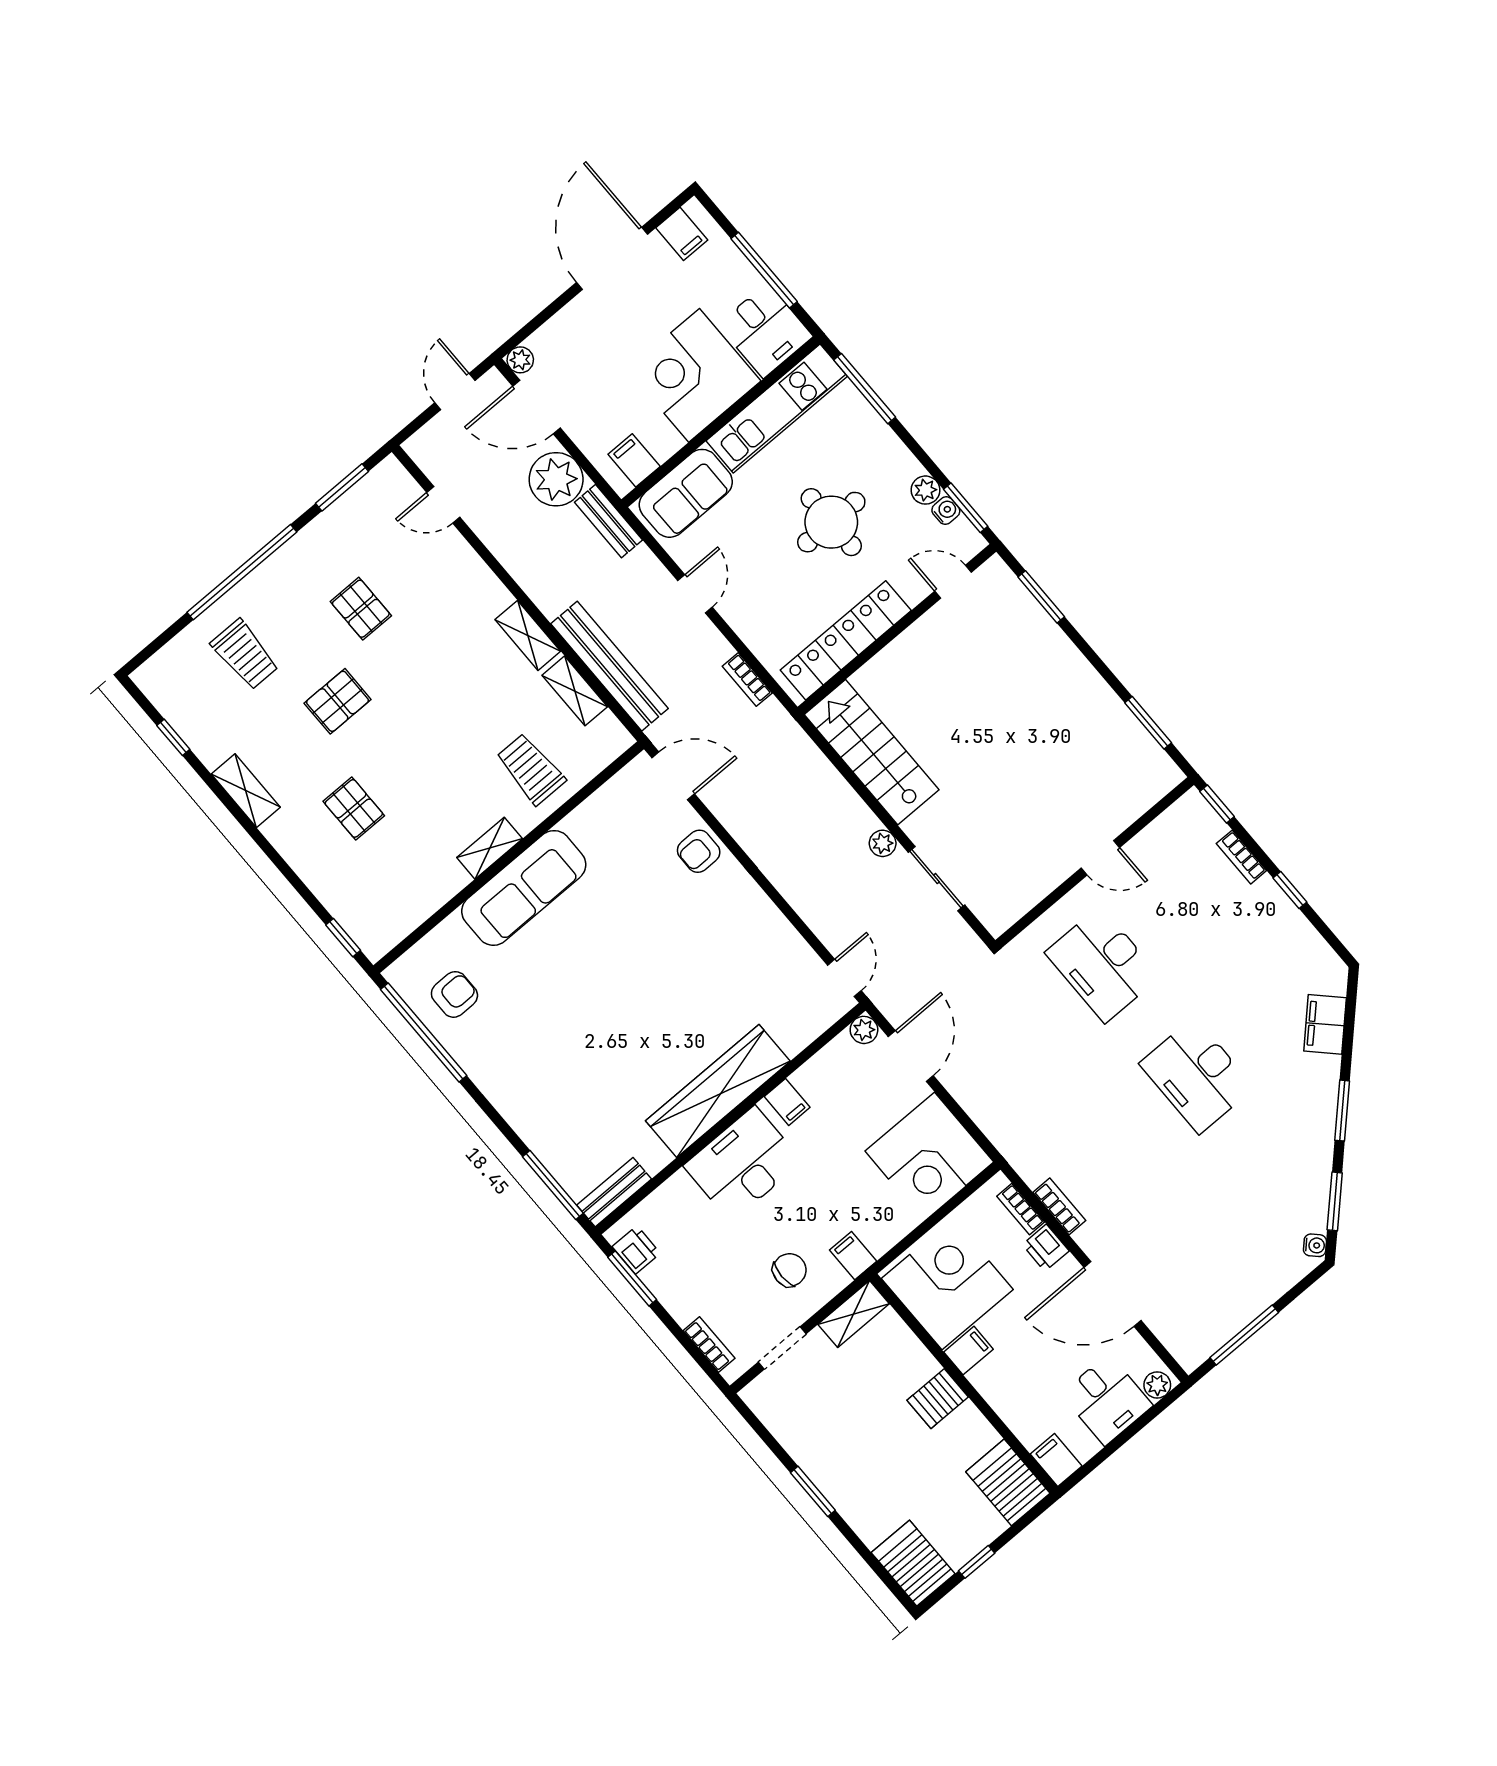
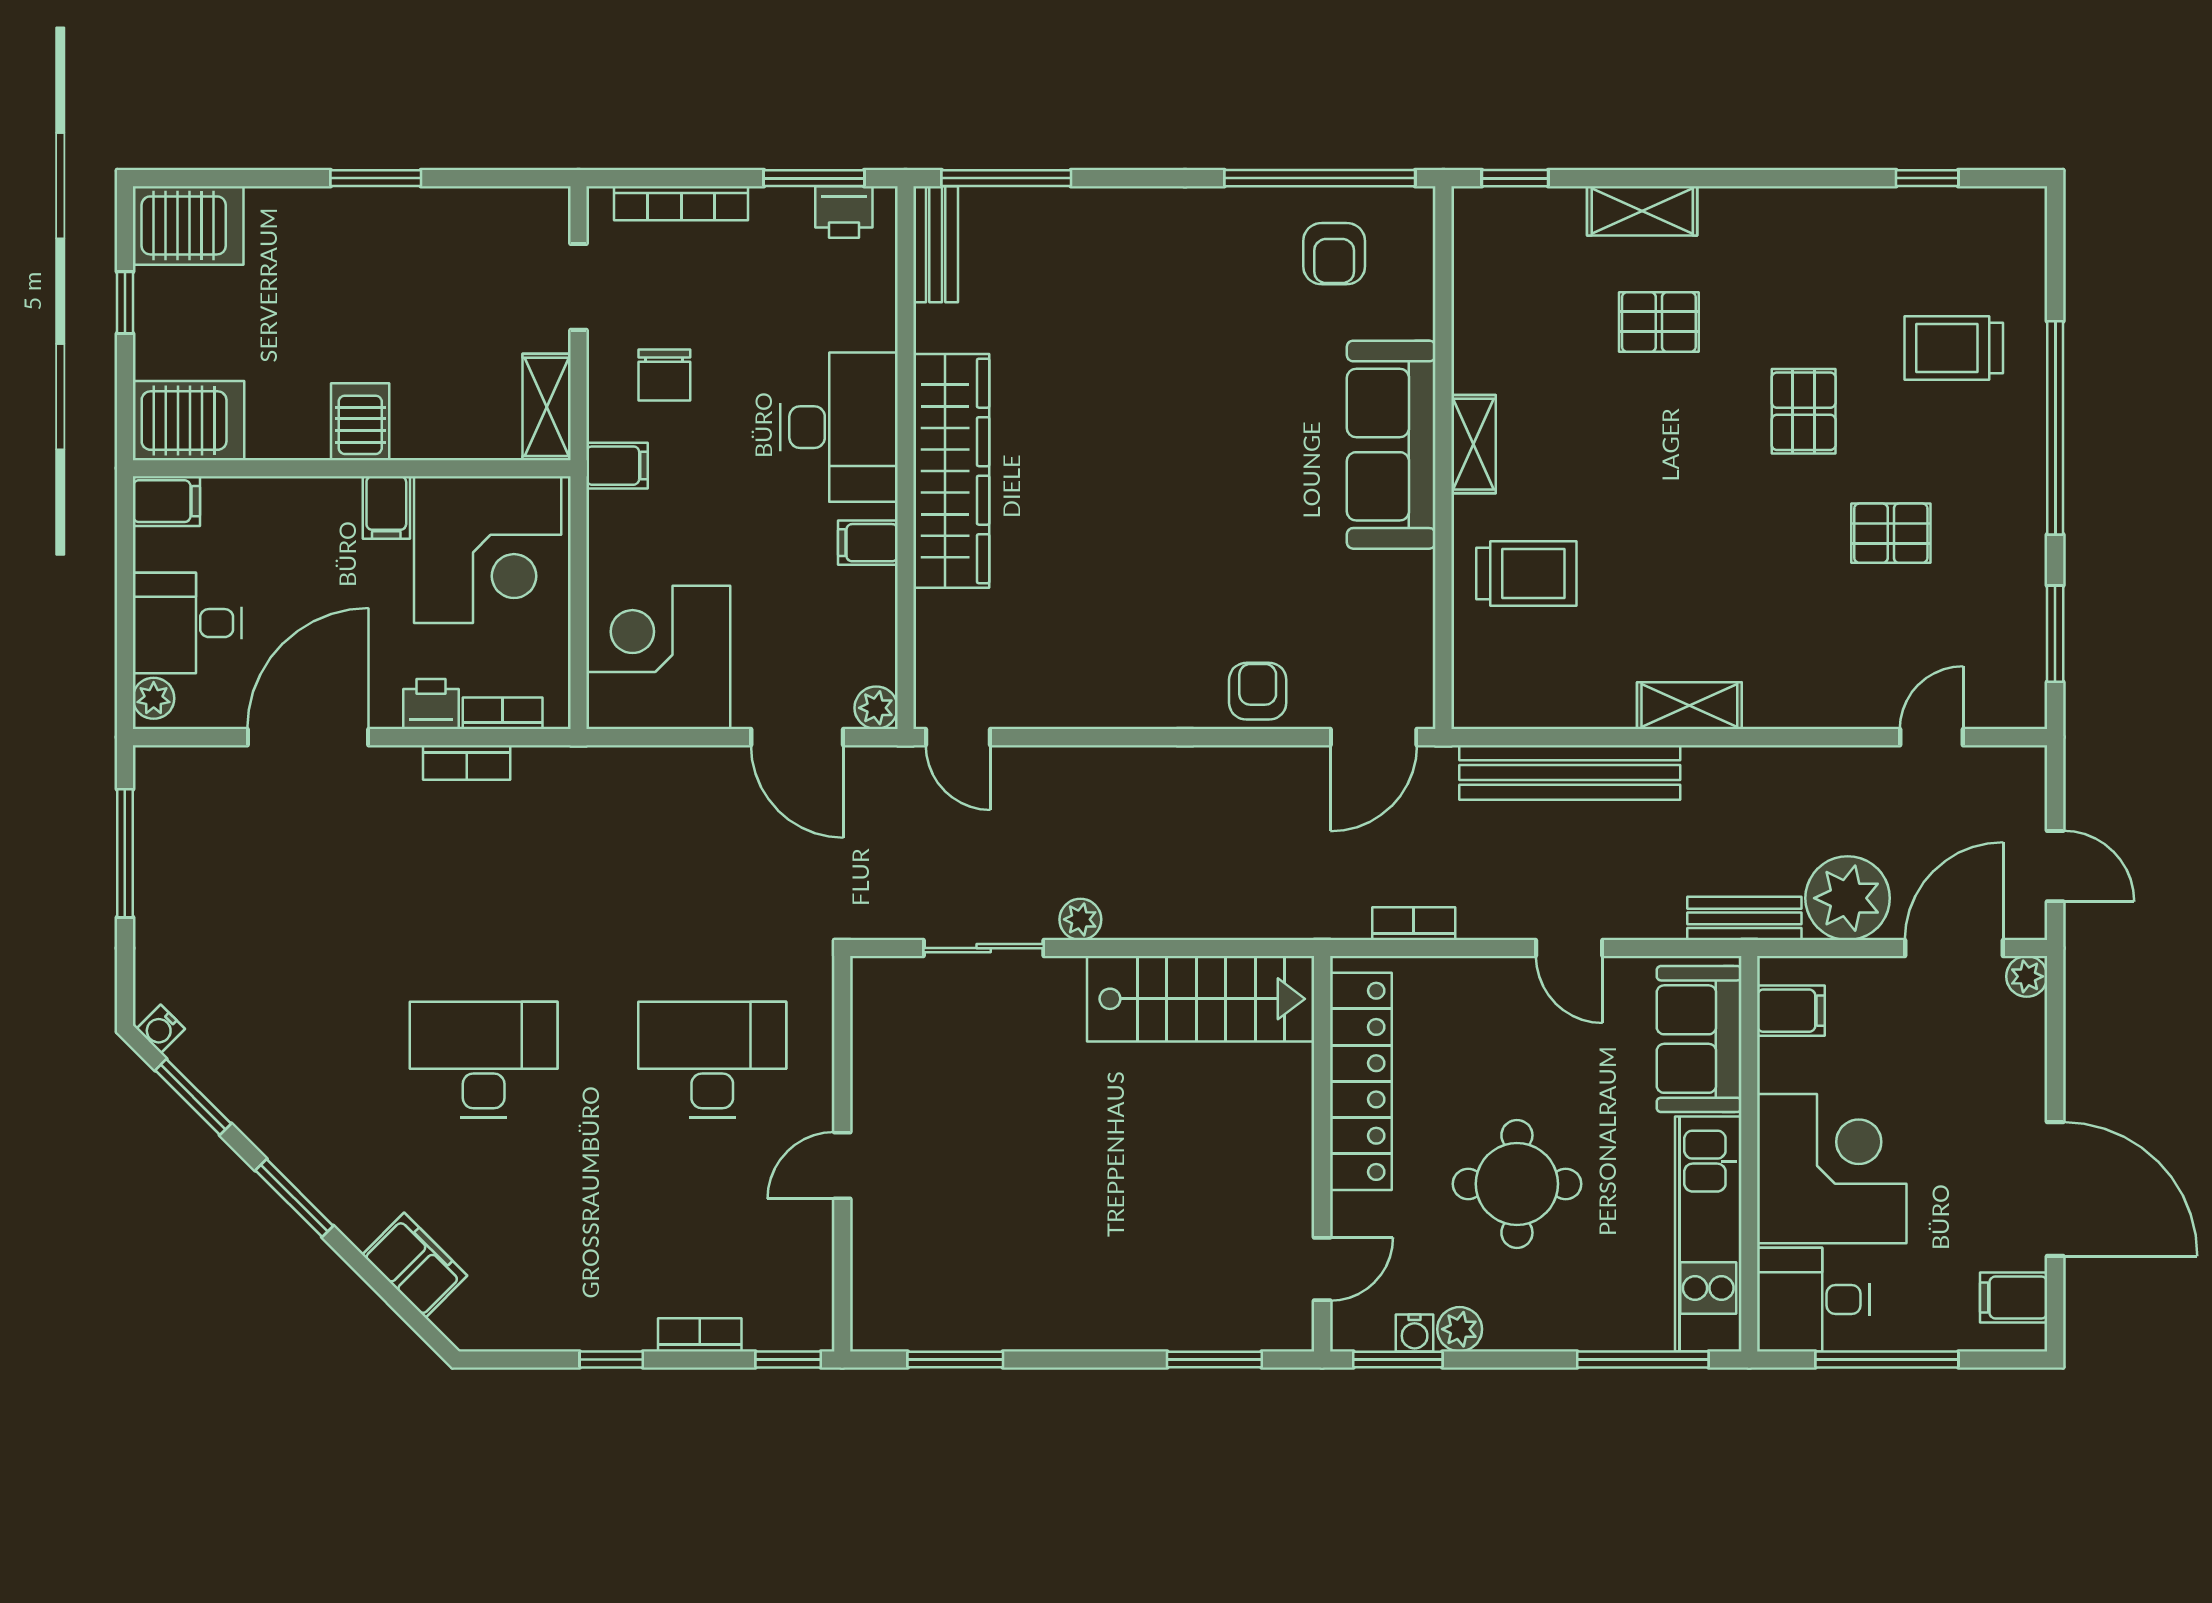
shelving: (575, 691) -> (1575, 706), removed
shelving: (246, 791) -> (1642, 211), moved
bookcase: (709, 1344) -> (681, 203), width x1.56

